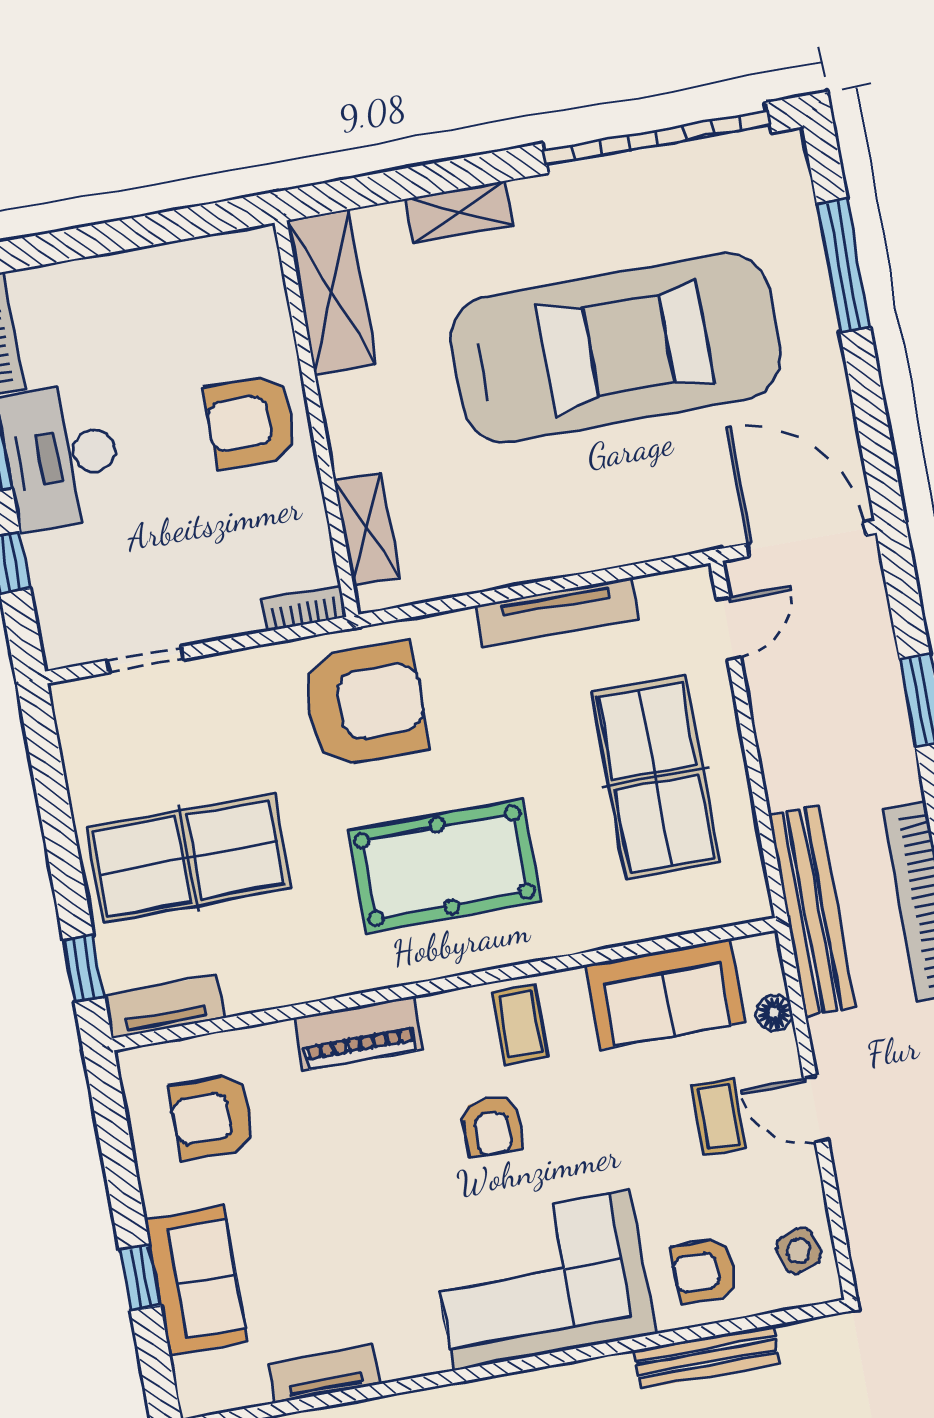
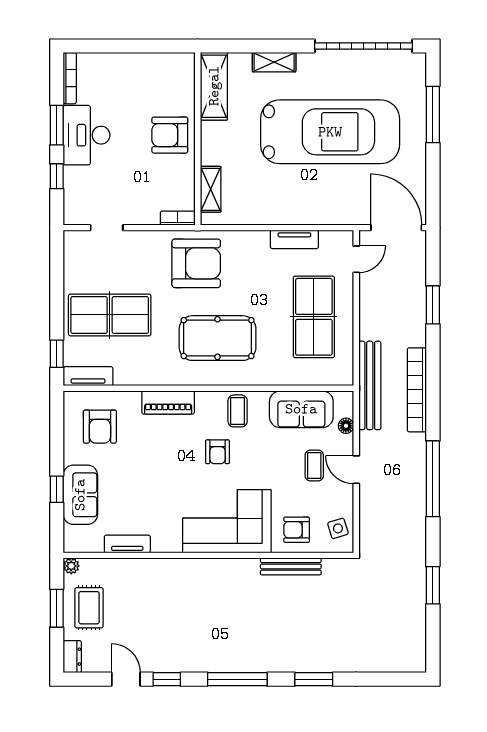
tv unit: (557, 612) -> (294, 239), width x0.71
armchair: (213, 1117) -> (100, 427), turned -90

